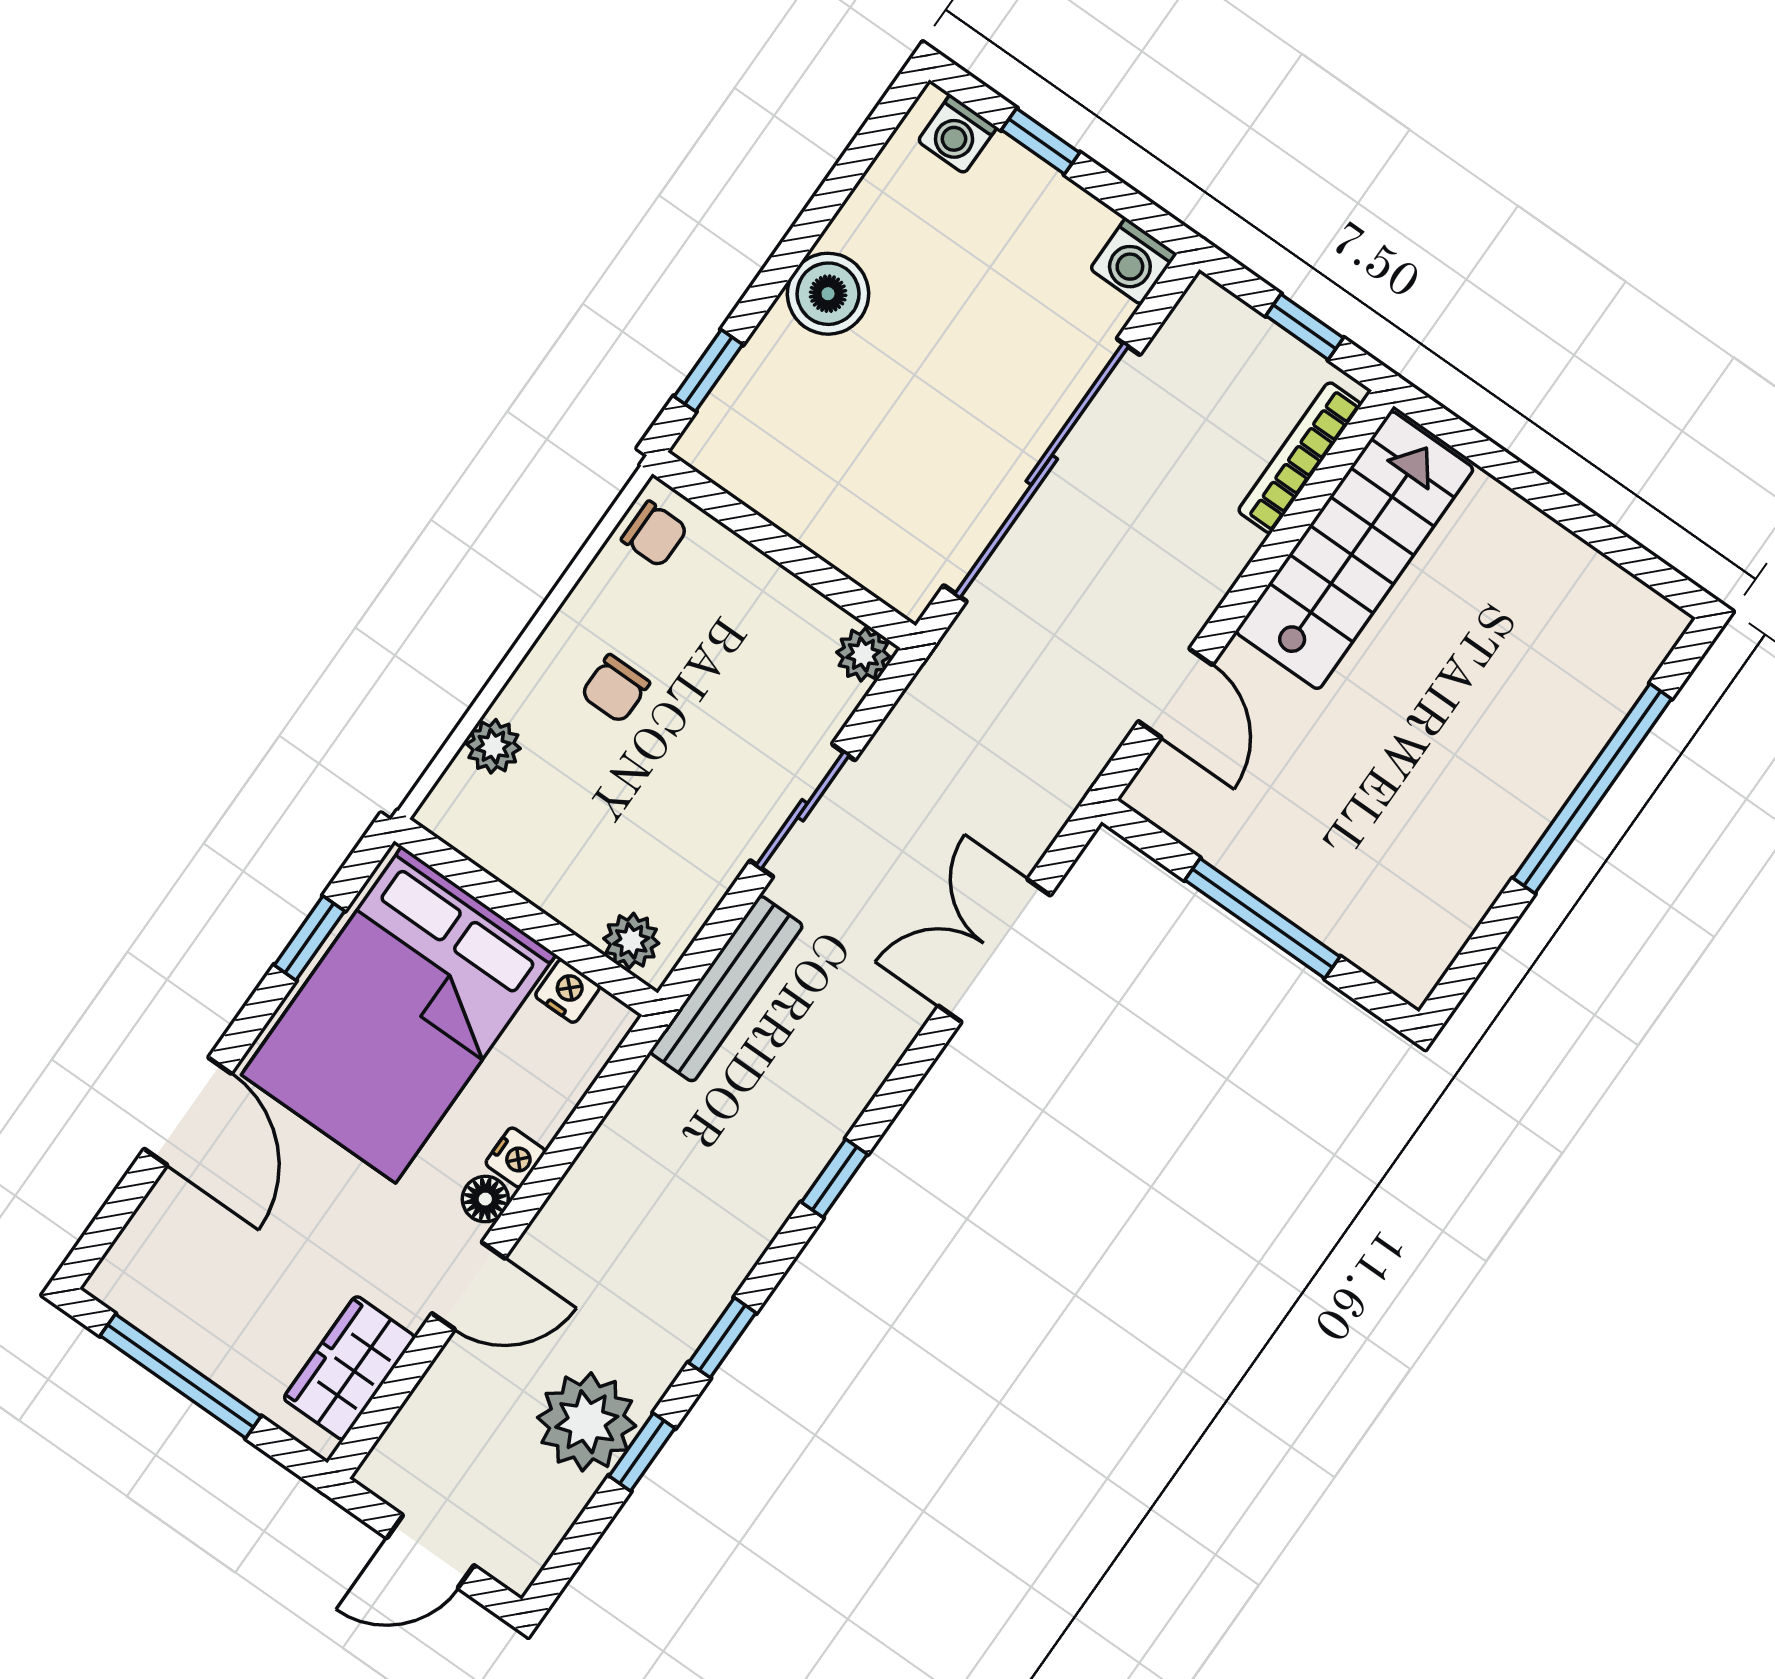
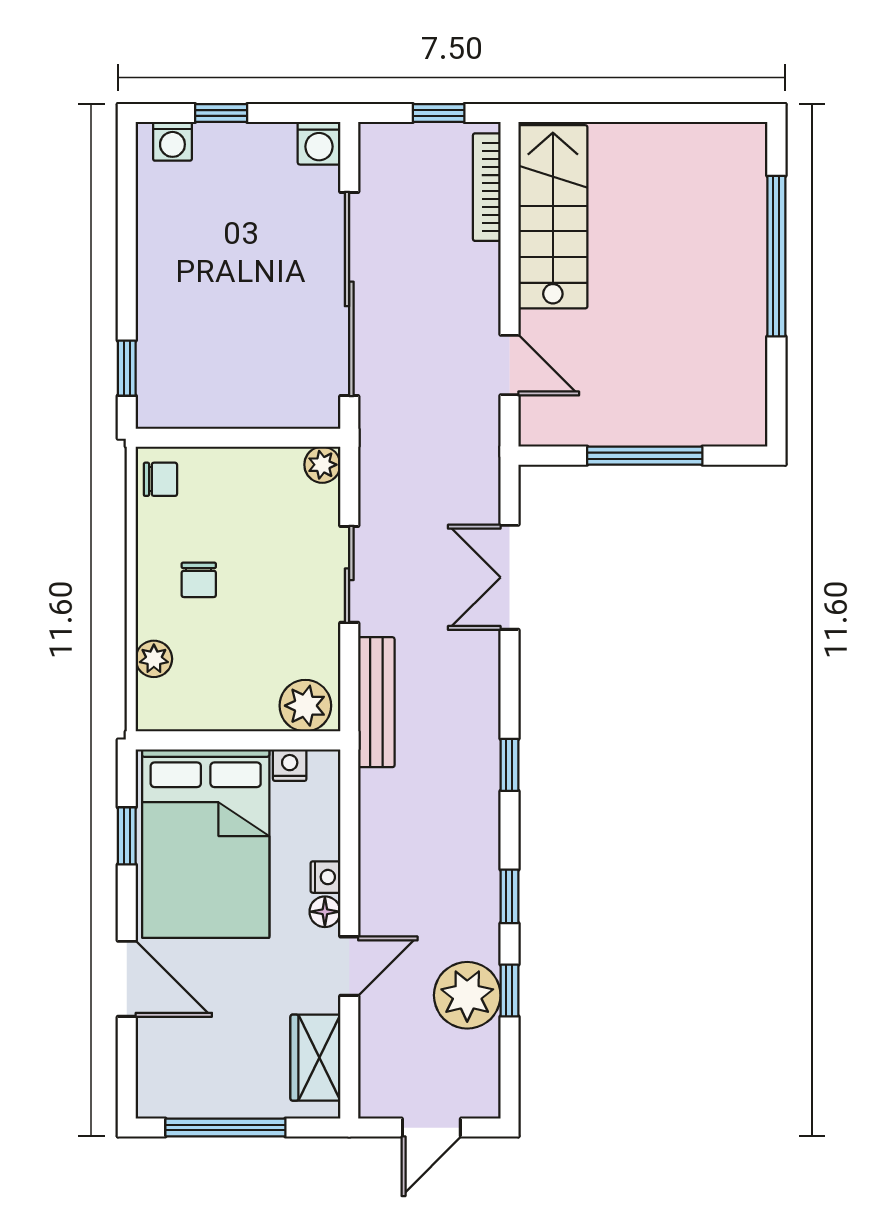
boiler: (828, 294) -> (163, 279), removed
plant: (631, 941) -> (305, 706), width x1.38, depth x1.38

